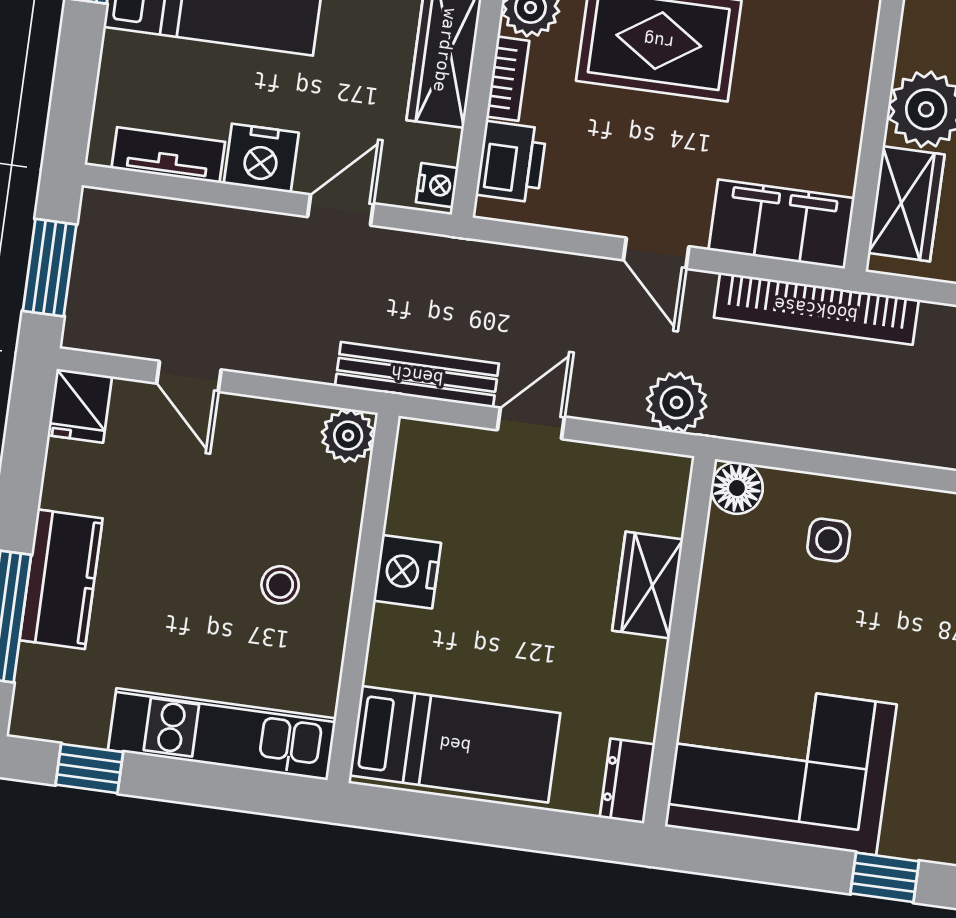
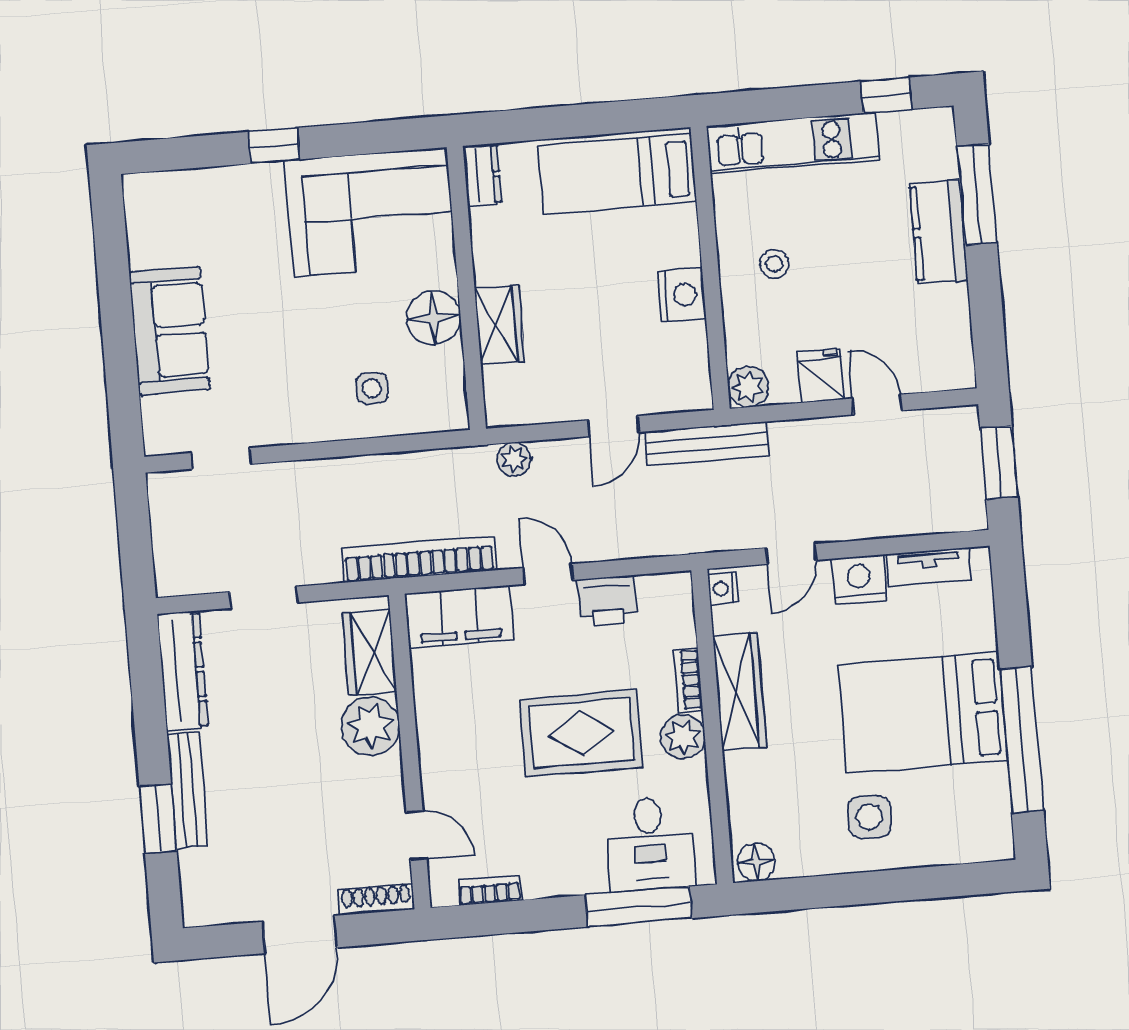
printer: (511, 162) -> (607, 601), moved, turned -90
plant: (677, 403) -> (514, 459), width x0.73, depth x0.73
fridge: (80, 406) -> (821, 375), moved
floor lamp: (737, 488) -> (434, 318), moved, width x1.38, depth x1.38

